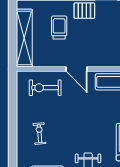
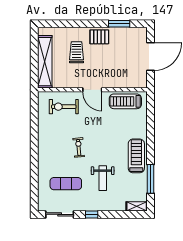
exercise bike: (39, 134) -> (79, 147), moved

